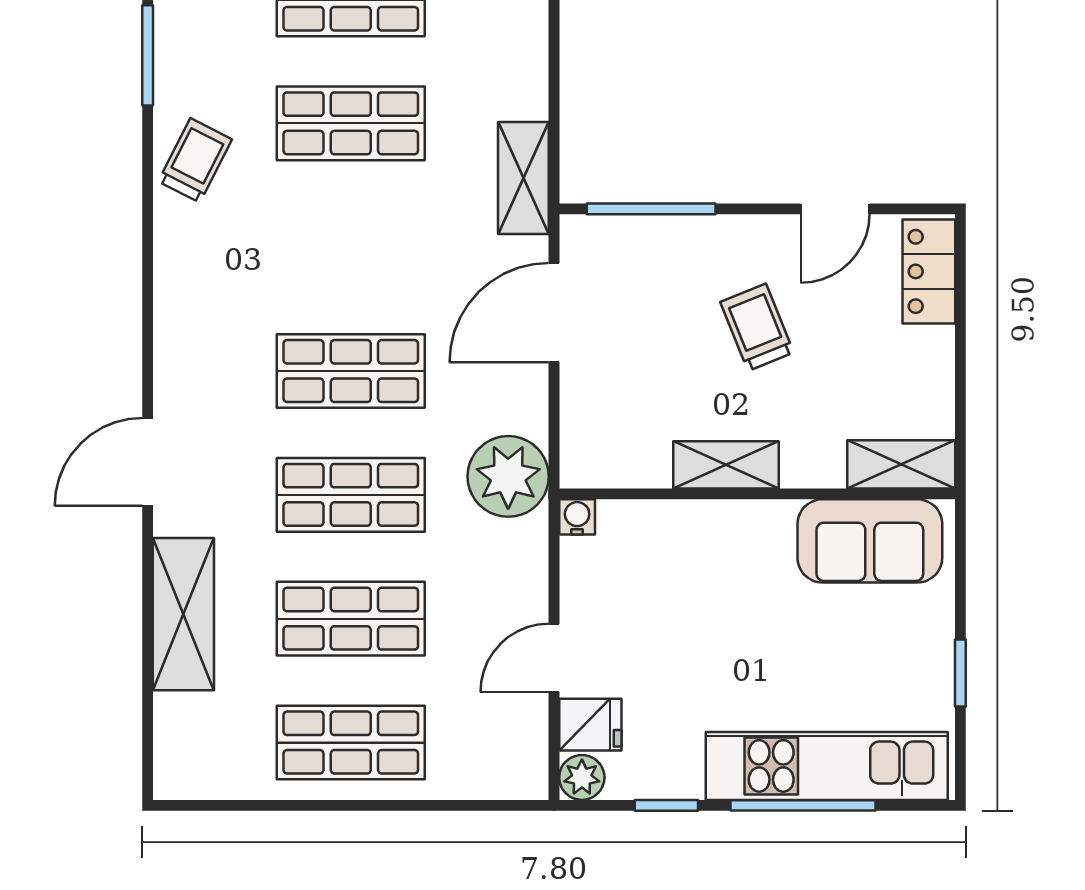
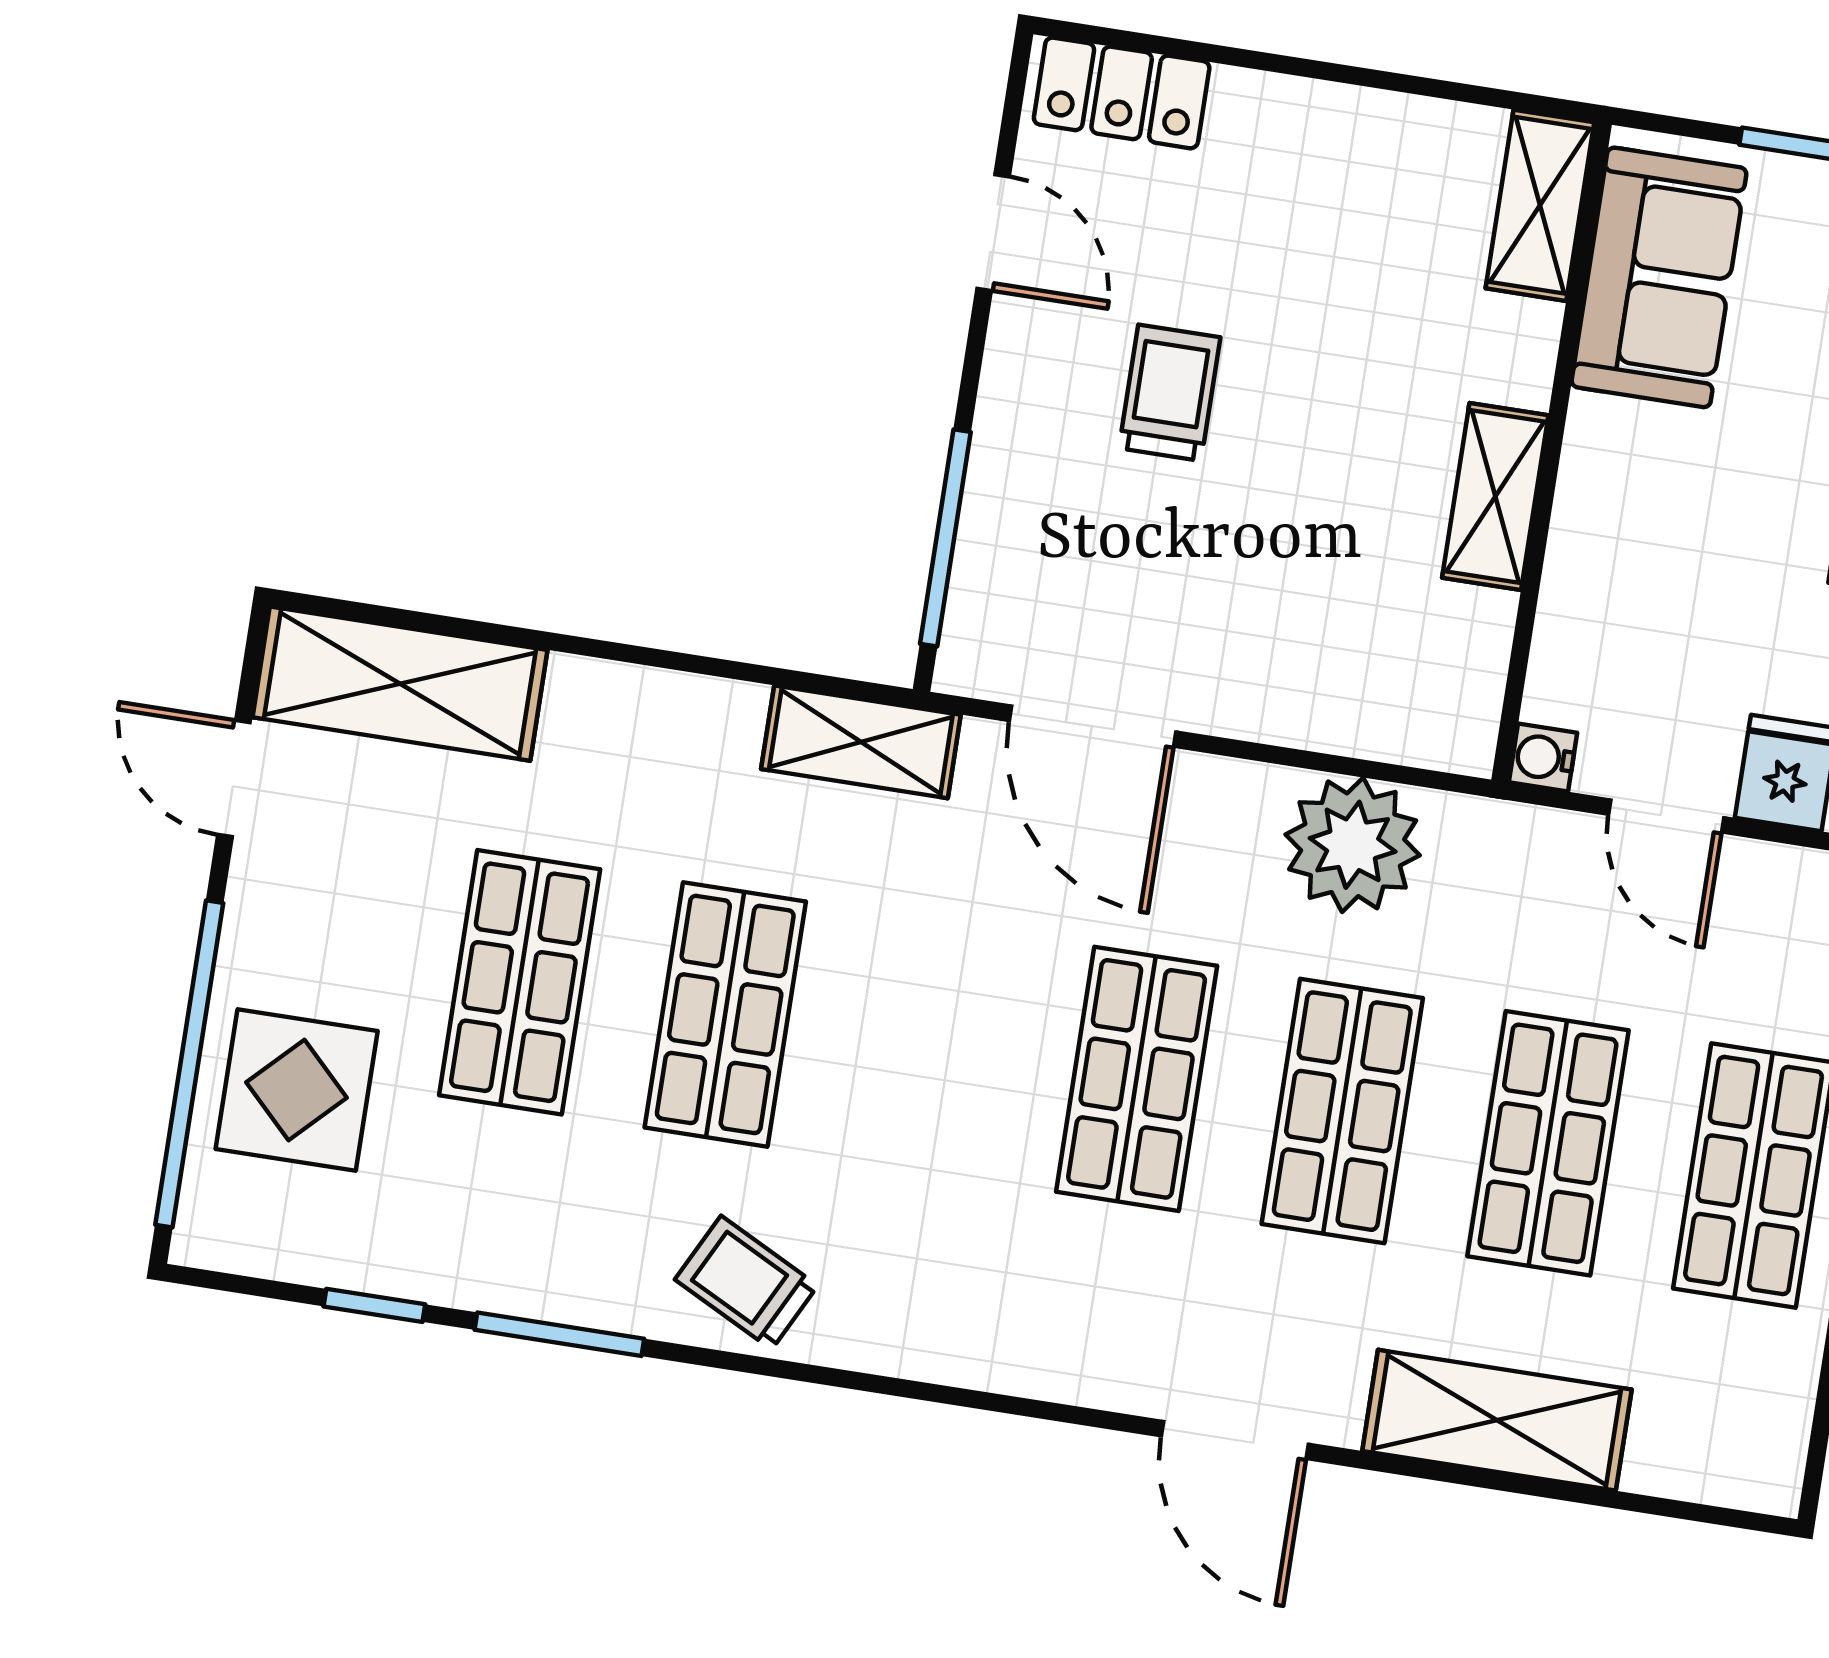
trolley: (757, 327) -> (1170, 393), turned 112
shelving: (901, 464) -> (1540, 205), moved
shelving: (726, 465) -> (1495, 497), moved
wall: (757, 494) -> (1551, 452), moved
water cooler: (577, 517) -> (1543, 757), moved
sofa: (870, 541) -> (1659, 277), moved

